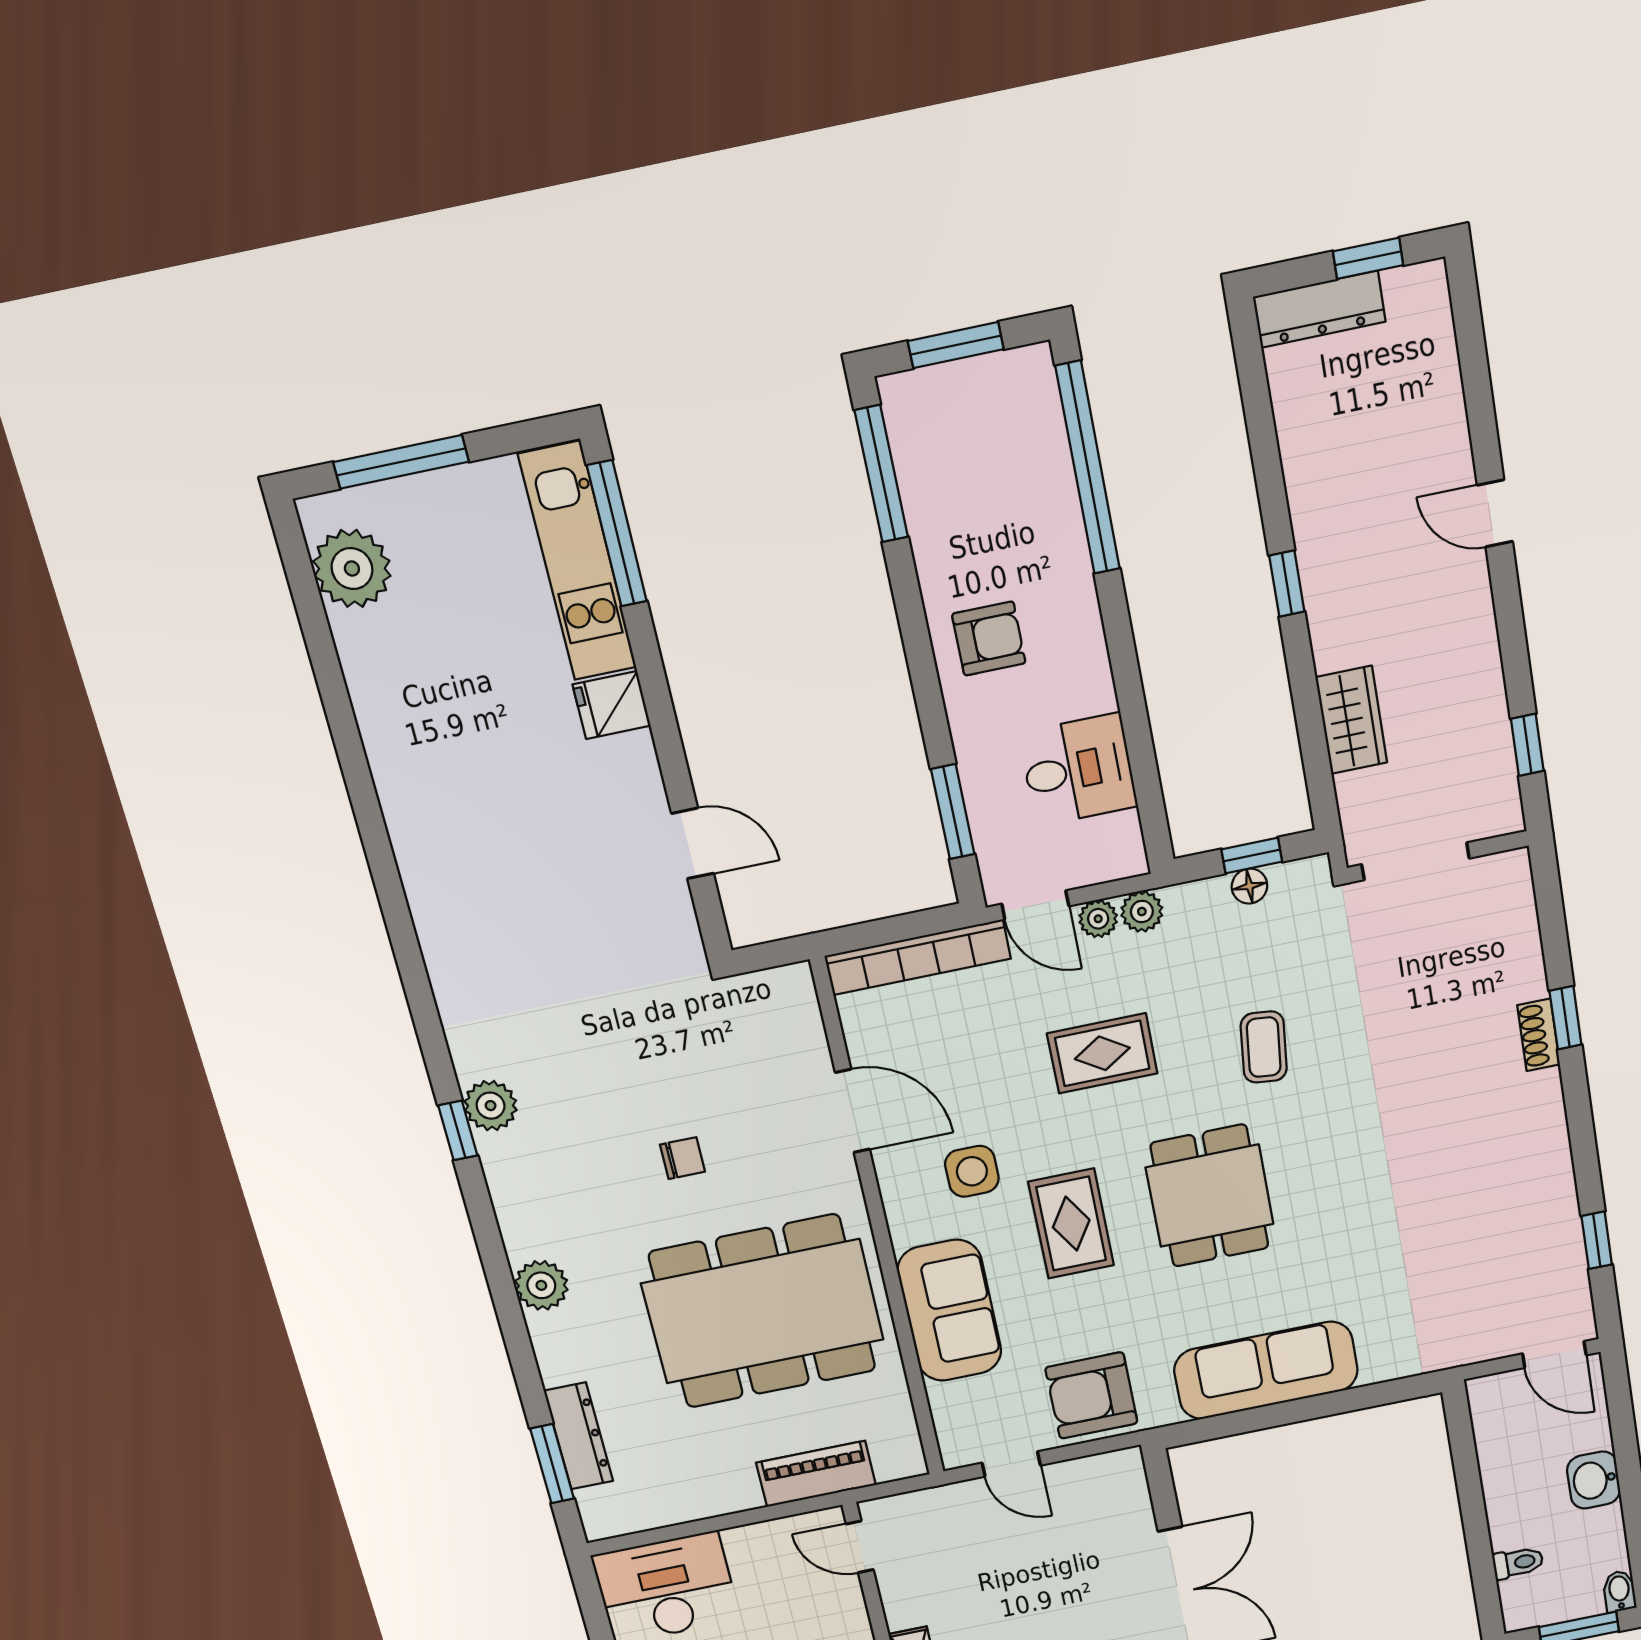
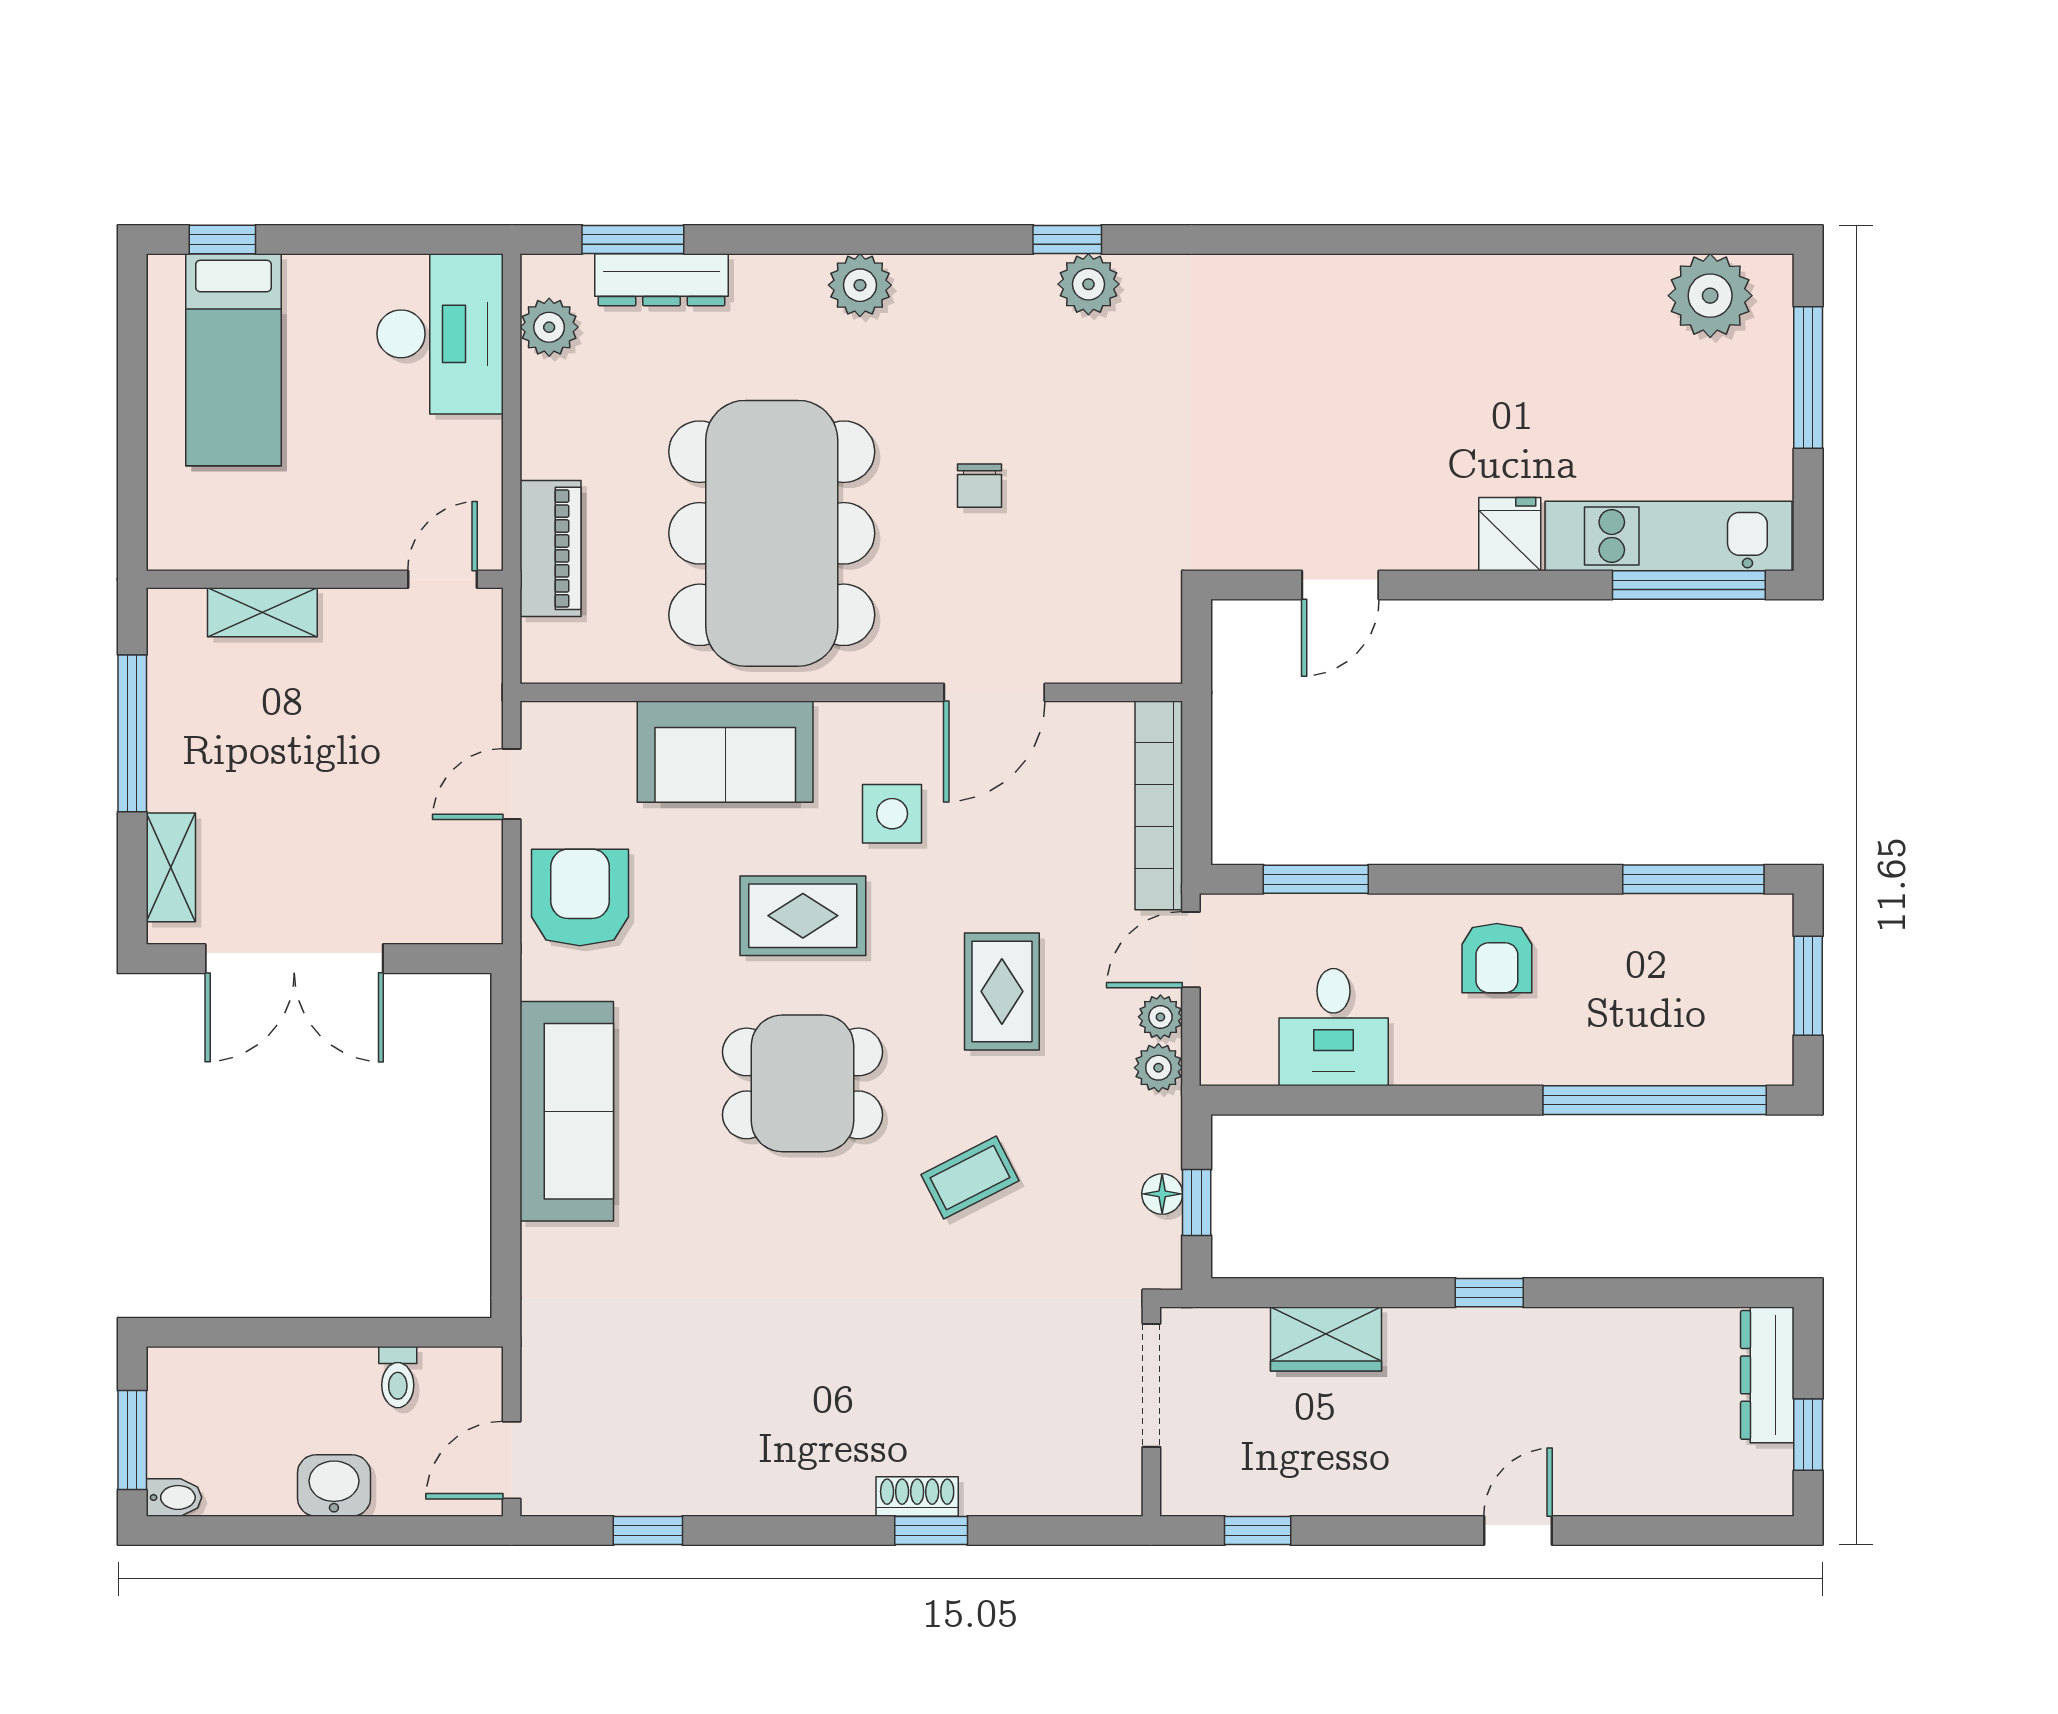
coffee table: (1264, 1047) -> (970, 1178), turned -33
plant: (639, 1511) -> (549, 327), added
toilet: (1518, 1563) -> (398, 1377), moved

